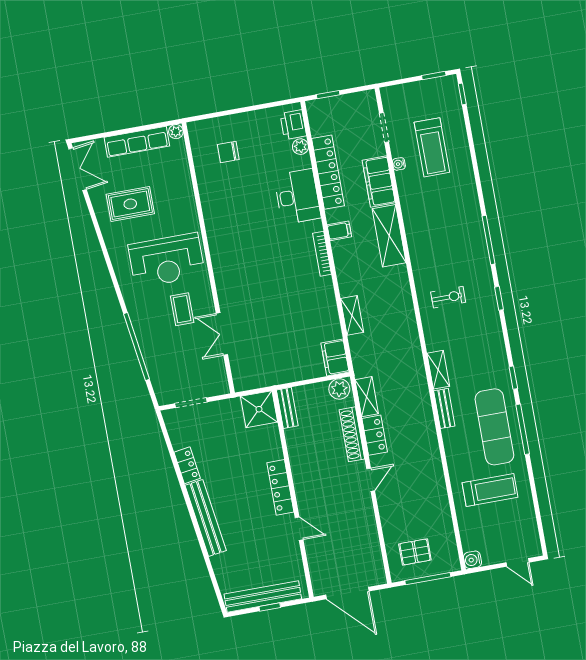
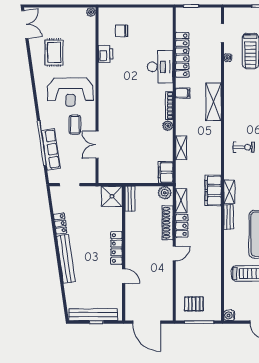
printer: (293, 125) -> (106, 54), moved, turned 180
row of seats: (137, 142) -> (51, 149), moved, turned -98
plant: (300, 147) -> (168, 126), moved
filing cabinet: (379, 182) -> (213, 190), moved
rug: (130, 204) -> (54, 52), turned 90

